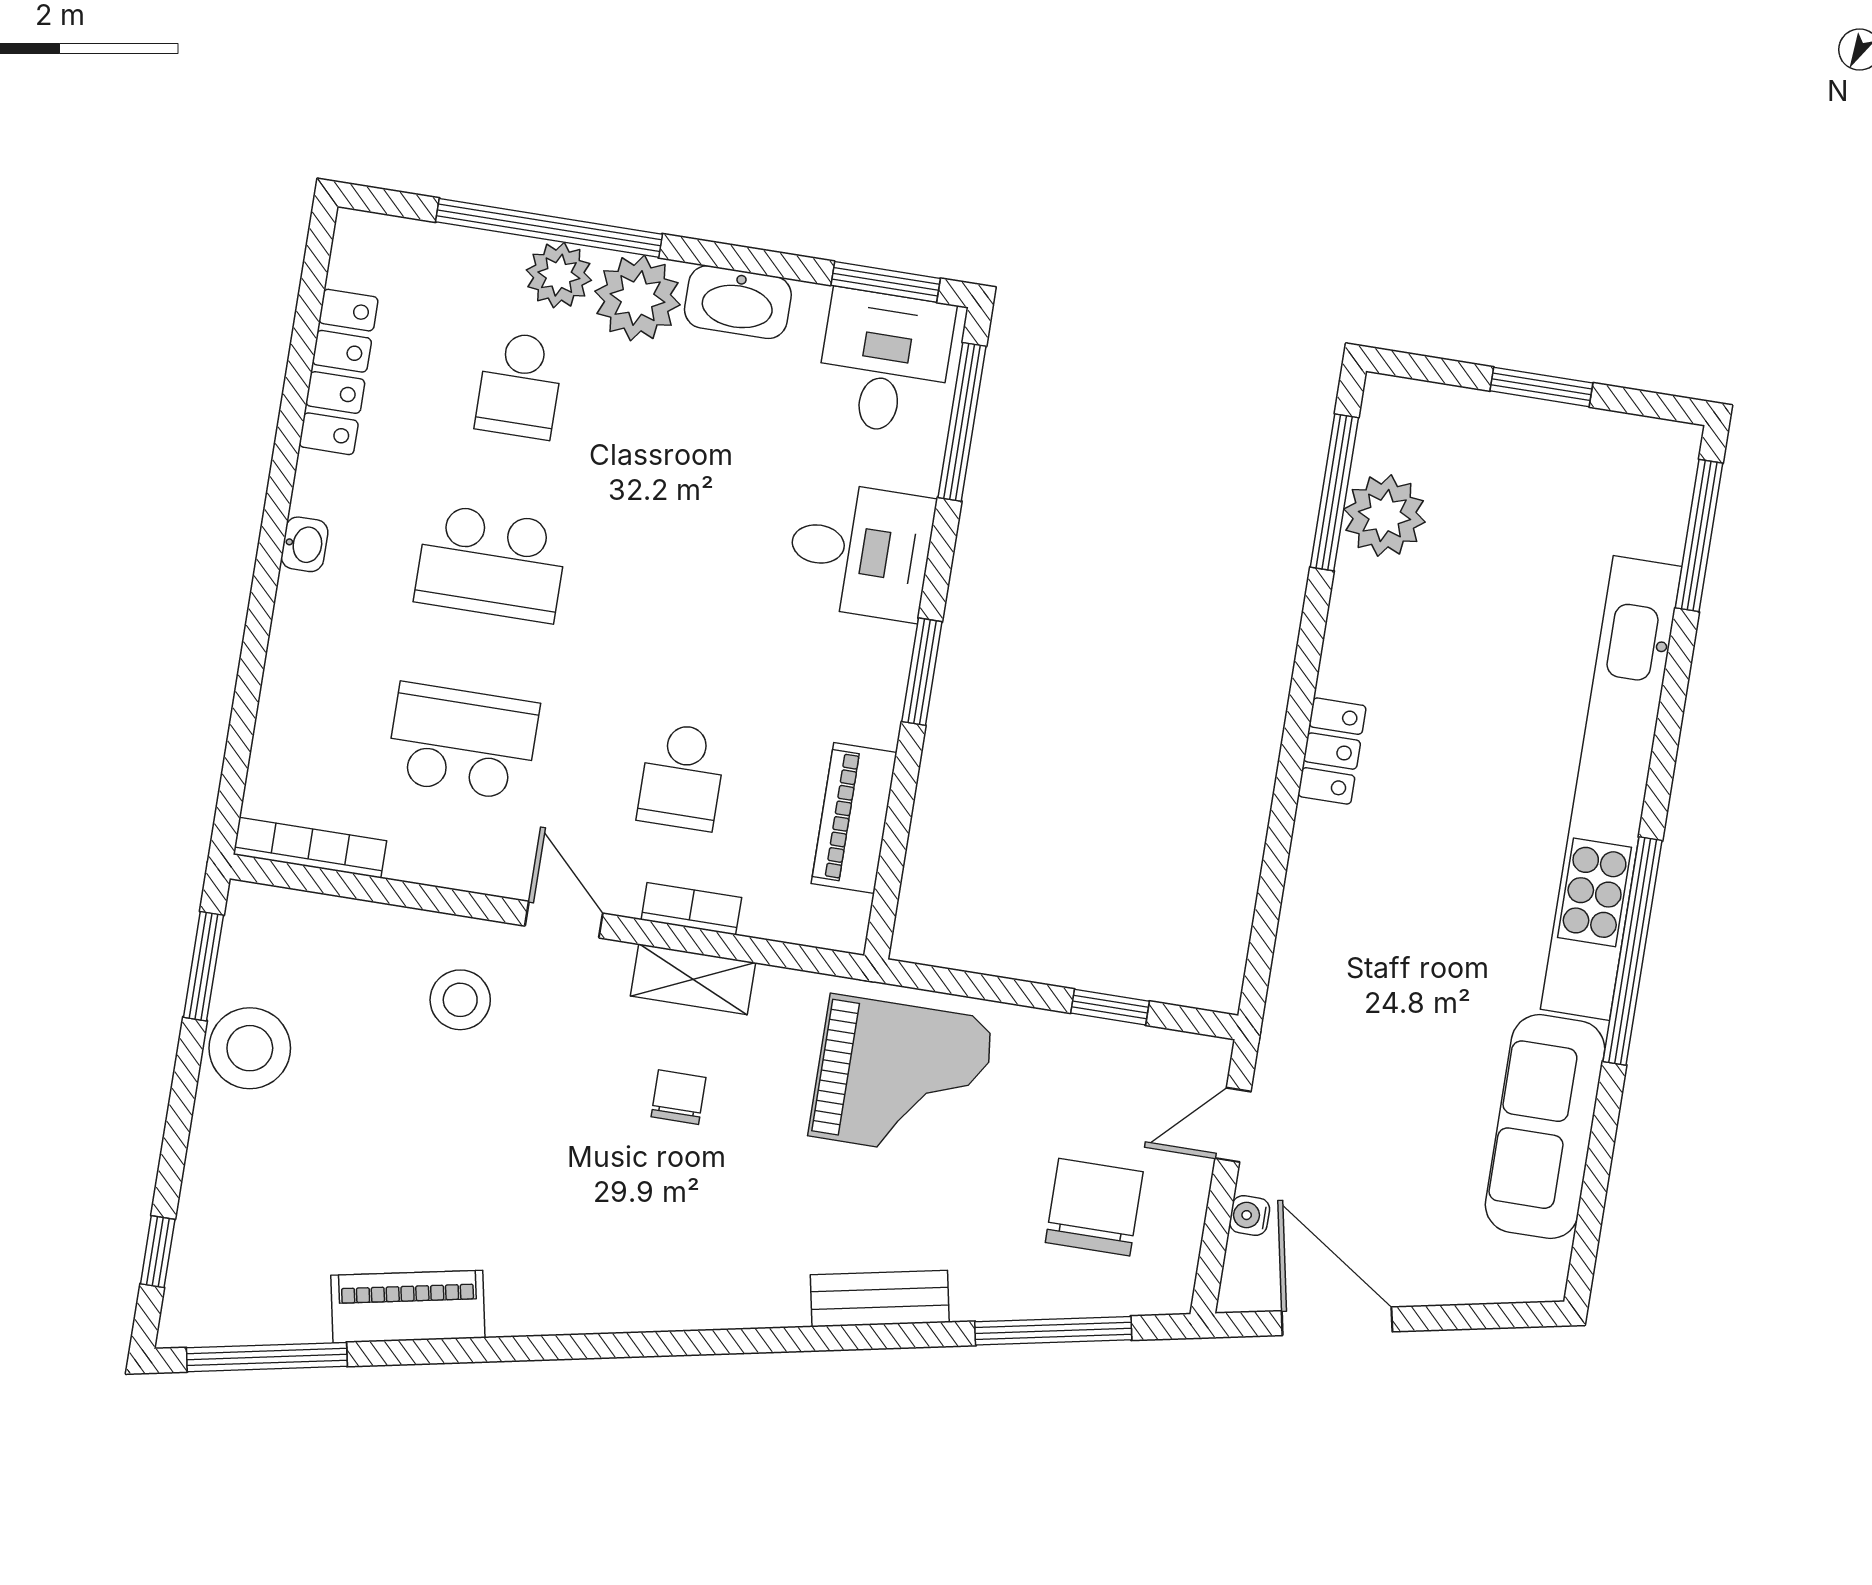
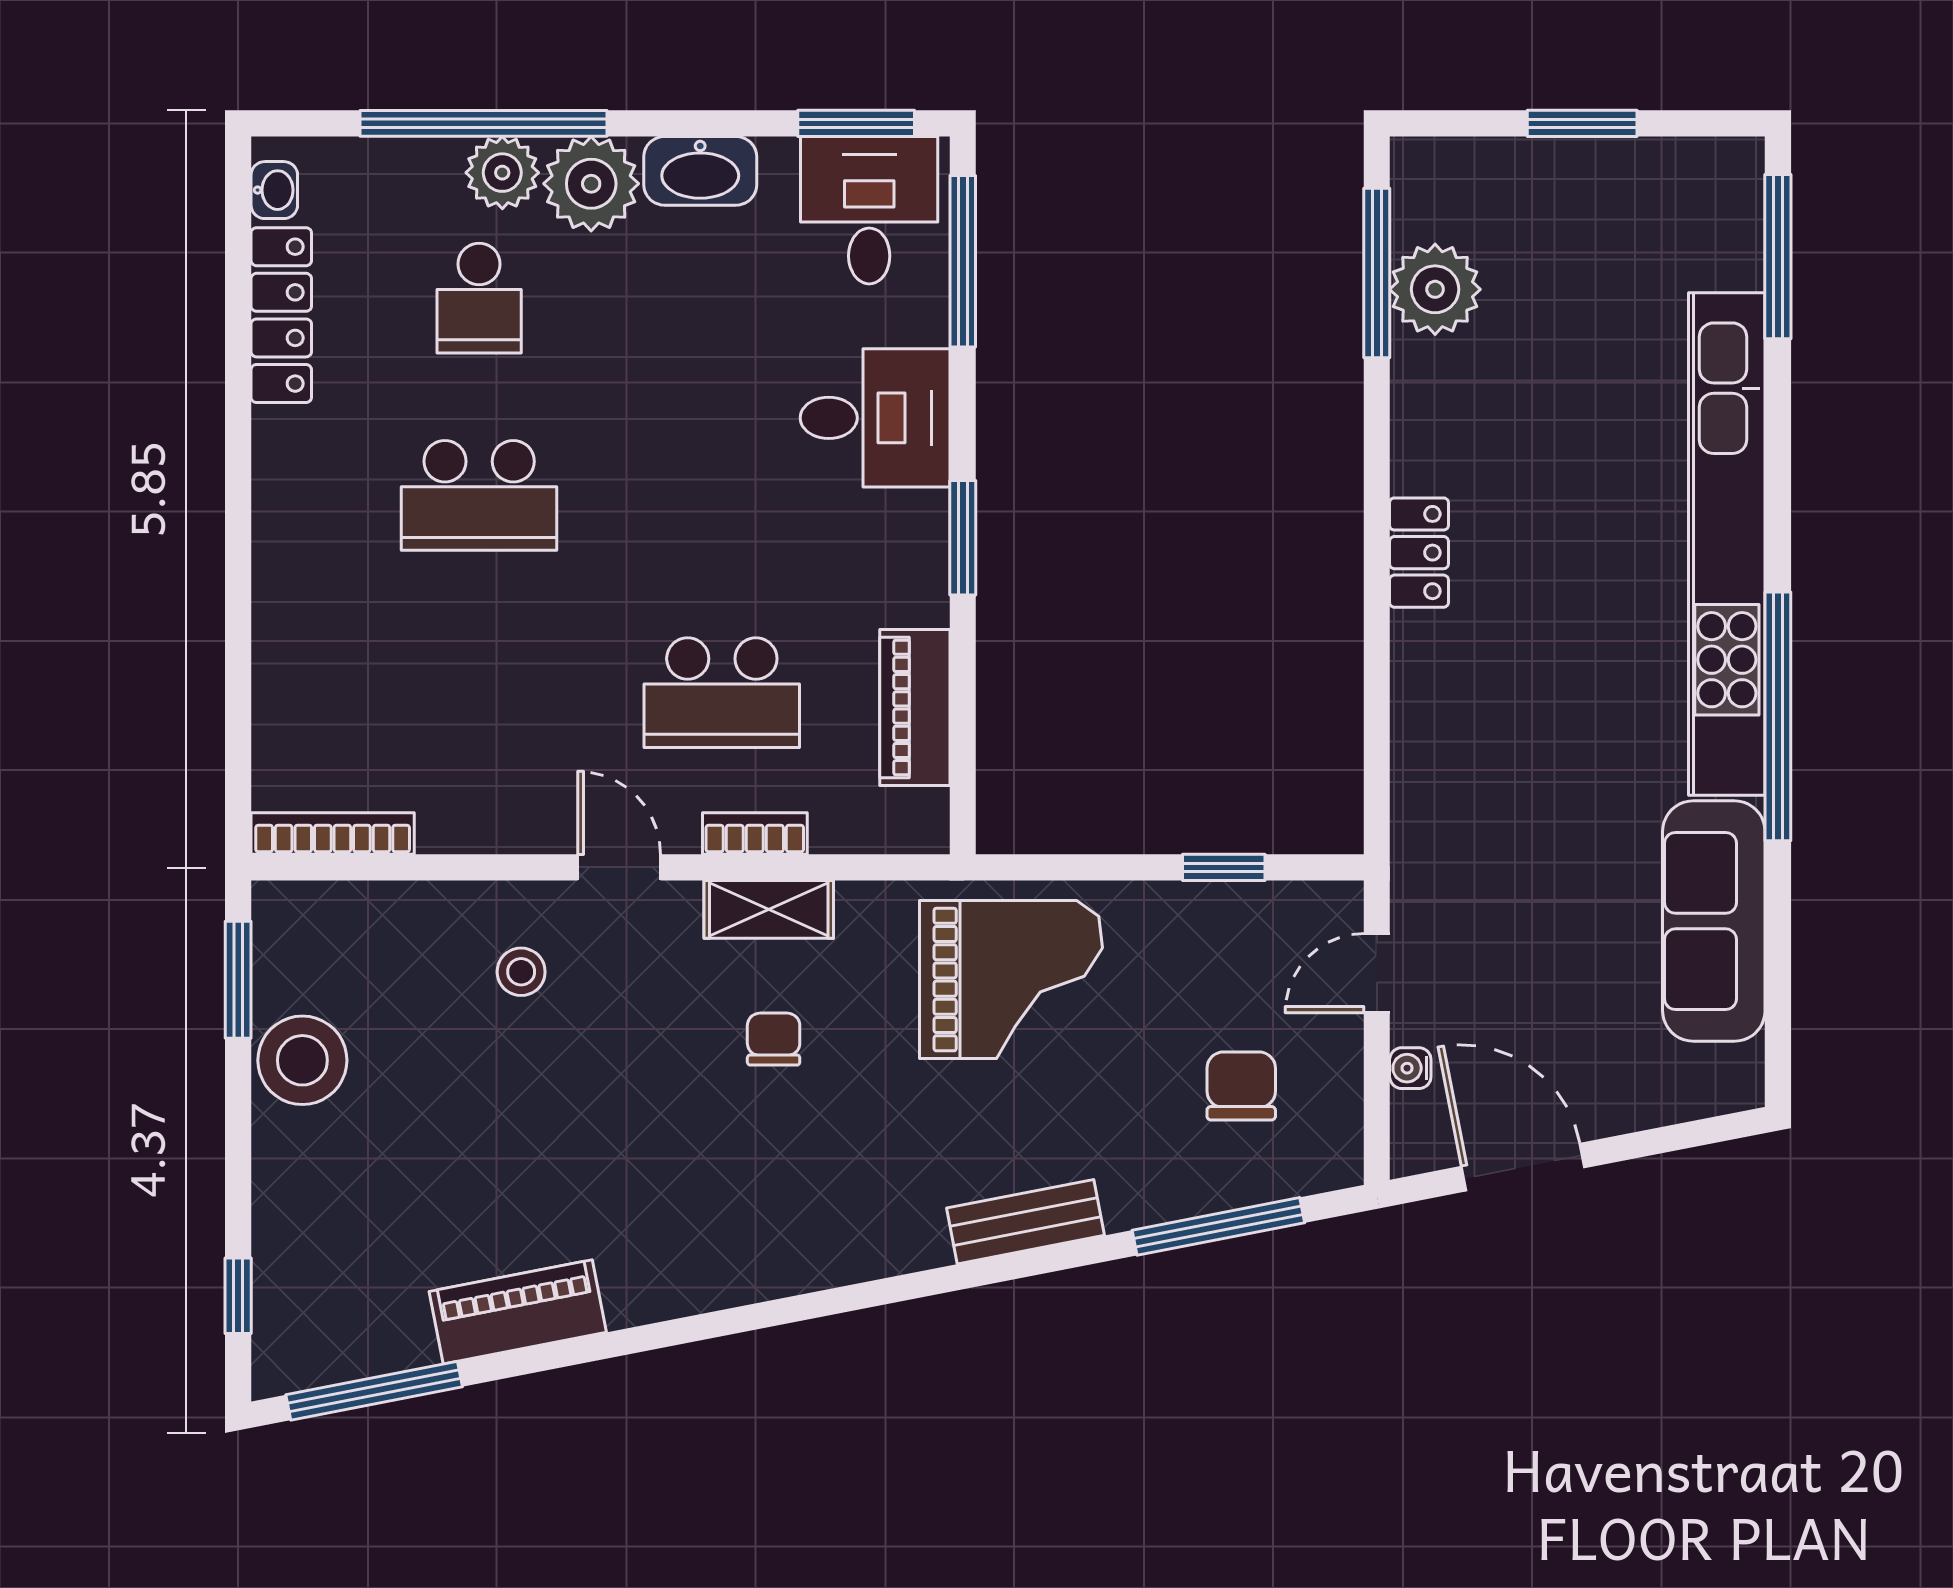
washbasin: (304, 544) -> (274, 190), moved
school desk: (463, 742) -> (479, 693), removed
school desk: (682, 777) -> (722, 693), width x1.85
stool: (460, 1000) -> (521, 972), width x0.73, depth x0.73
chair: (1094, 1207) -> (1241, 1086), width x0.73, depth x0.73

